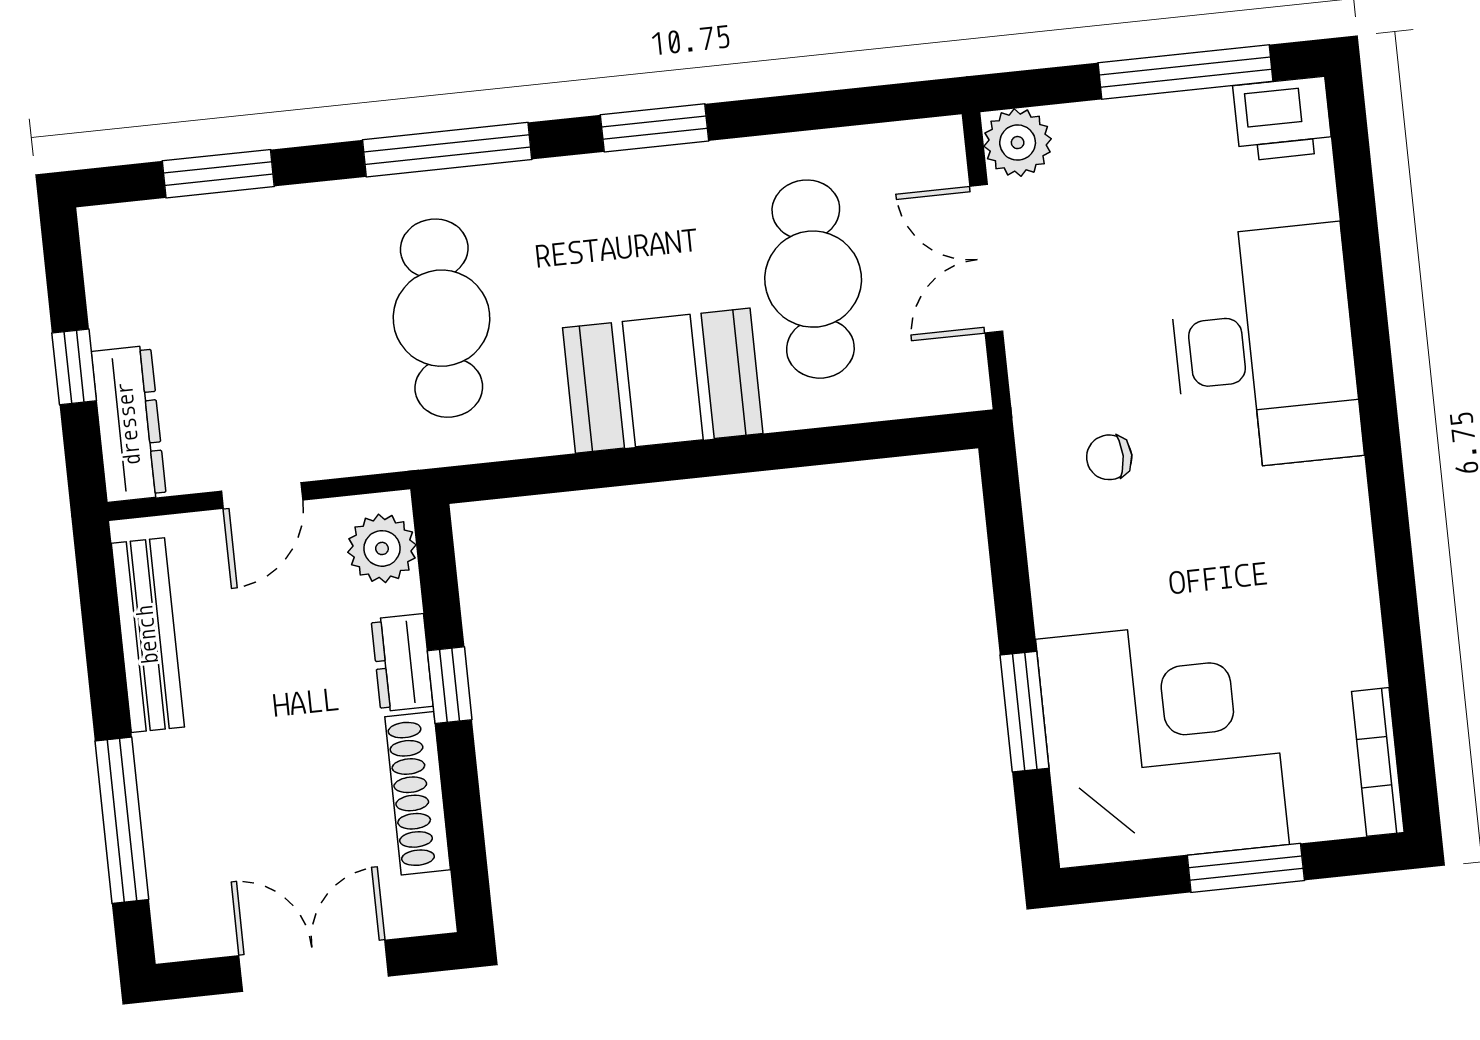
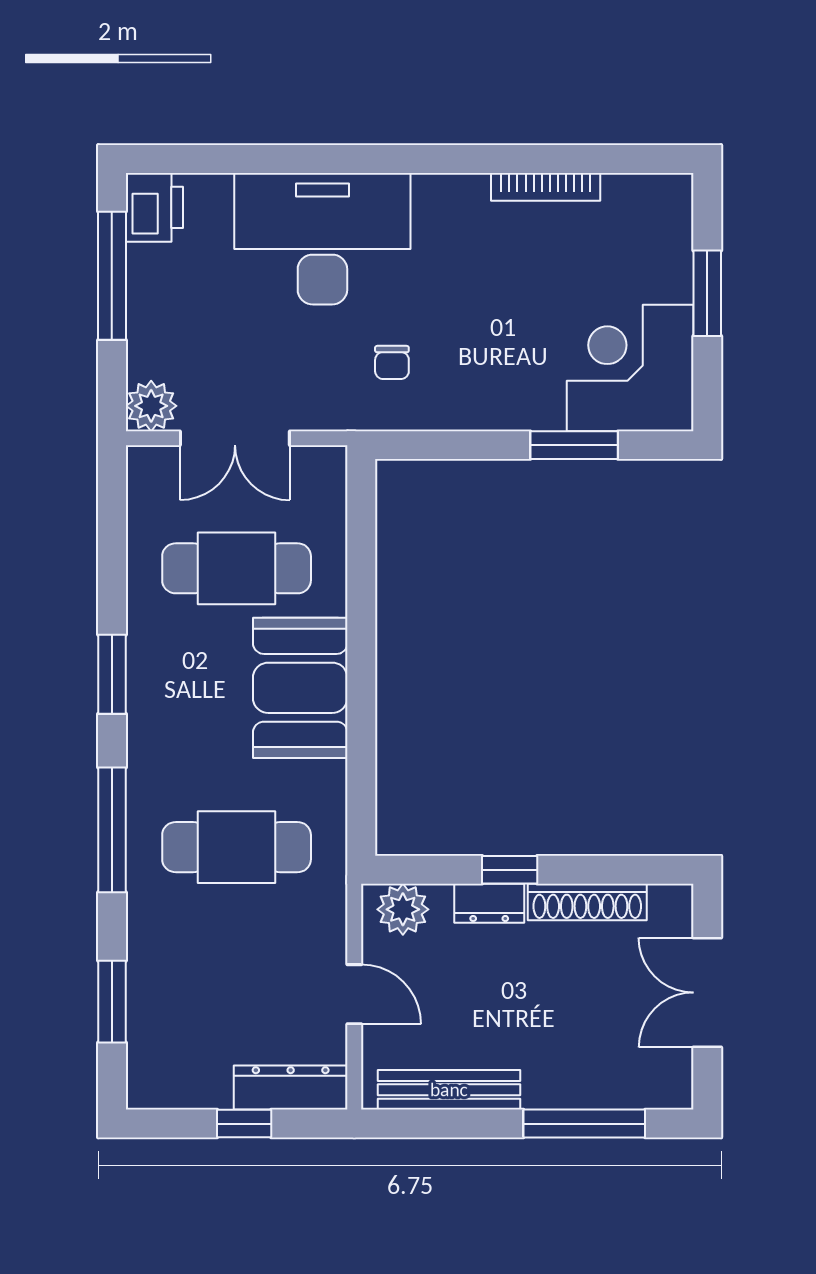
corner desk: (1162, 742) -> (630, 368), width x0.74, depth x0.74
bookcase: (1378, 762) -> (546, 187), moved

